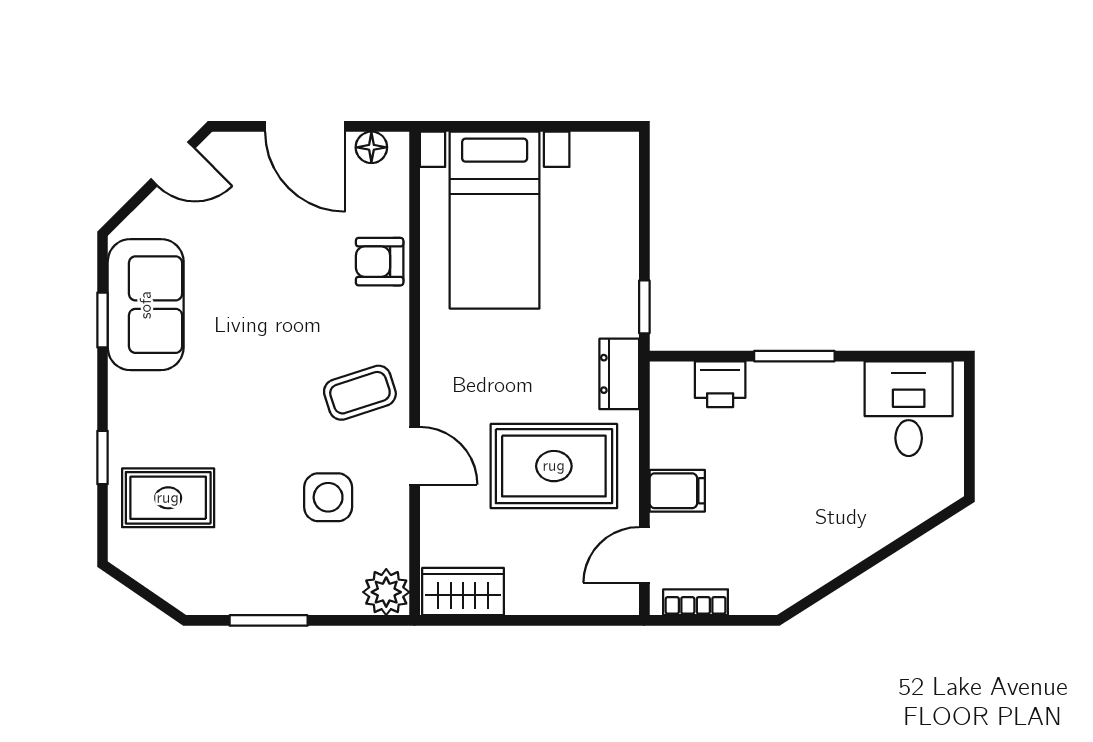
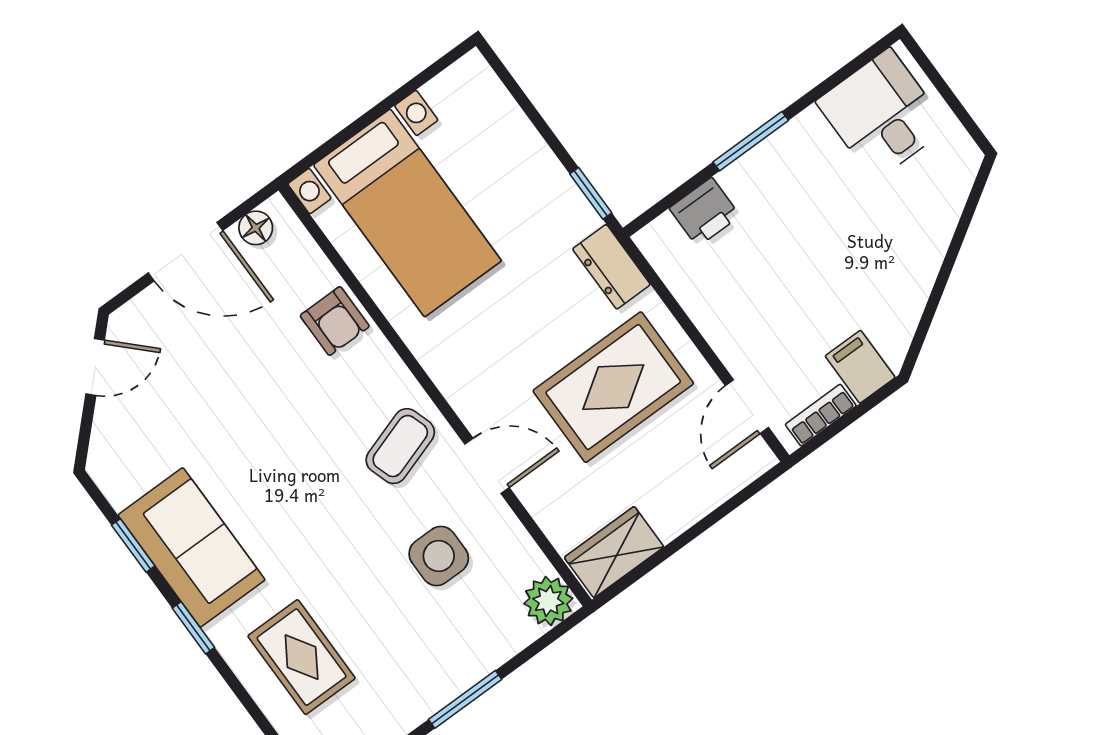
armchair: (380, 262) -> (335, 321), turned -90
sofa: (146, 305) -> (192, 547), moved
window: (103, 458) -> (193, 628), moved
filing cabinet: (677, 491) -> (860, 367), moved, turned -90
rug: (168, 498) -> (302, 657), turned 90

